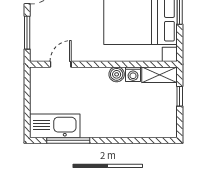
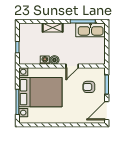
armchair: (58, 28) -> (89, 87), added
door: (61, 64) -> (72, 66), moved
shelving: (159, 75) -> (53, 28), moved

